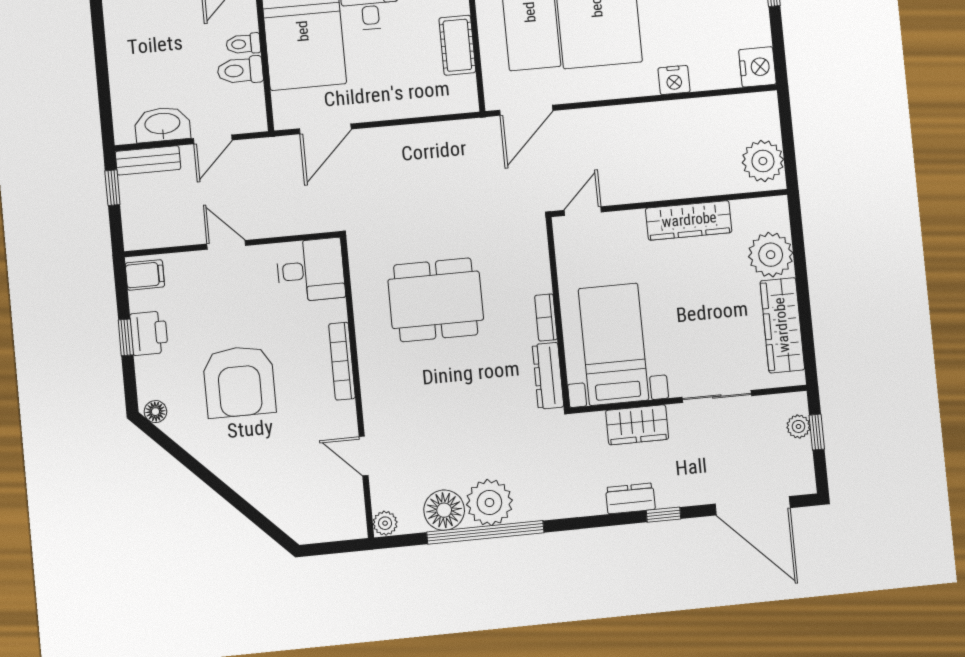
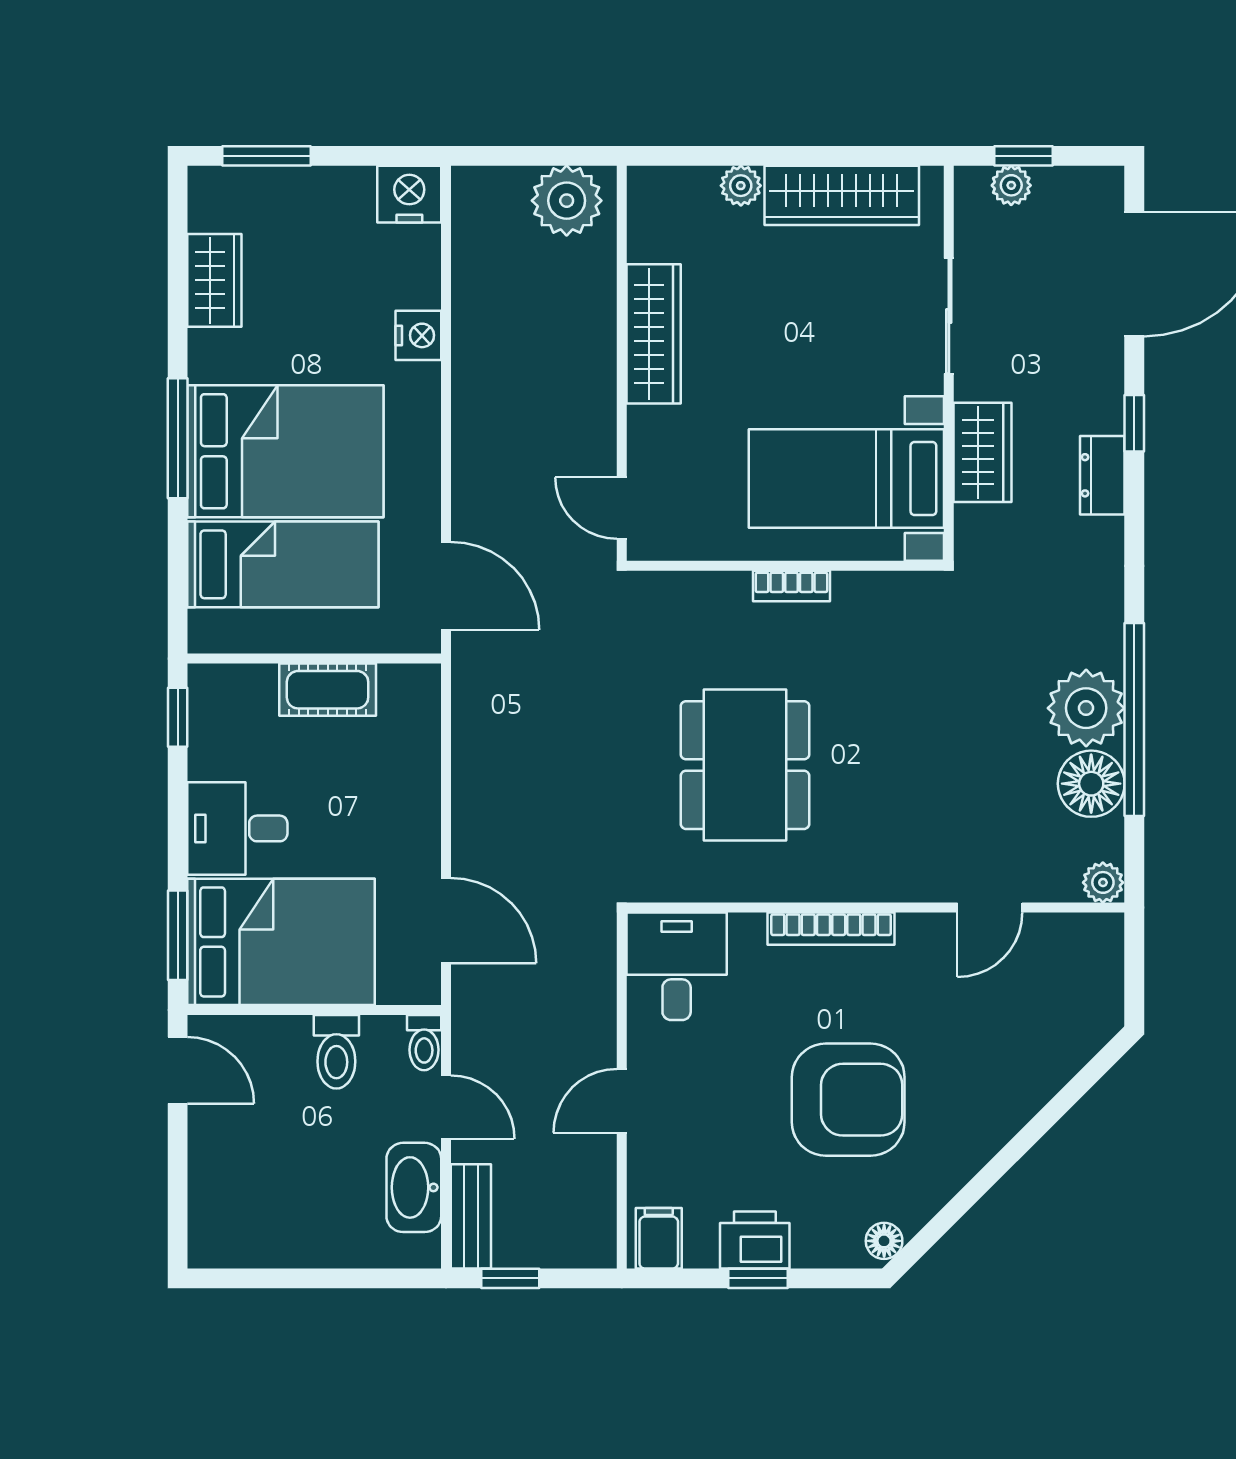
toilet: (243, 44) -> (424, 1043), moved
plant: (771, 255) -> (741, 186), width x0.53, depth x0.53
dresser: (548, 376) -> (888, 592), removed

